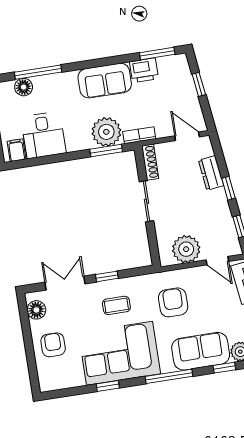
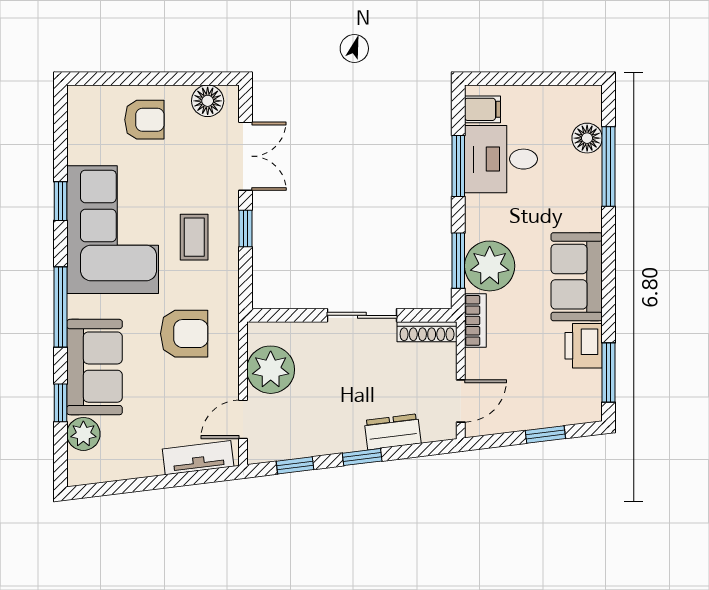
window: (51, 159) -> (458, 166), added

